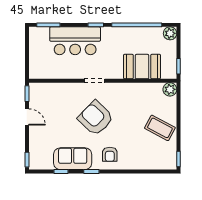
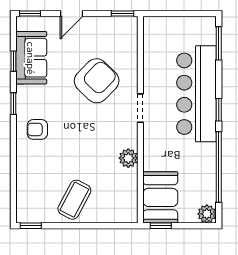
bar counter: (75, 41) -> (196, 94), width x1.36
booth: (142, 67) -> (160, 197), moved
plant: (170, 89) -> (128, 158), moved
door: (27, 117) -> (71, 13), moved
armchair: (96, 118) -> (97, 81), moved
sofa: (73, 159) -> (31, 58), moved

